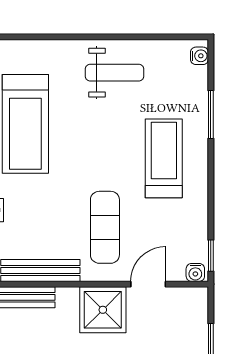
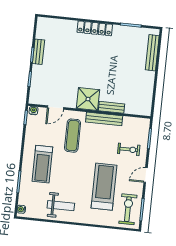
weight bench: (114, 73) -> (61, 206), turned 180
shower: (103, 310) -> (88, 99), moved

